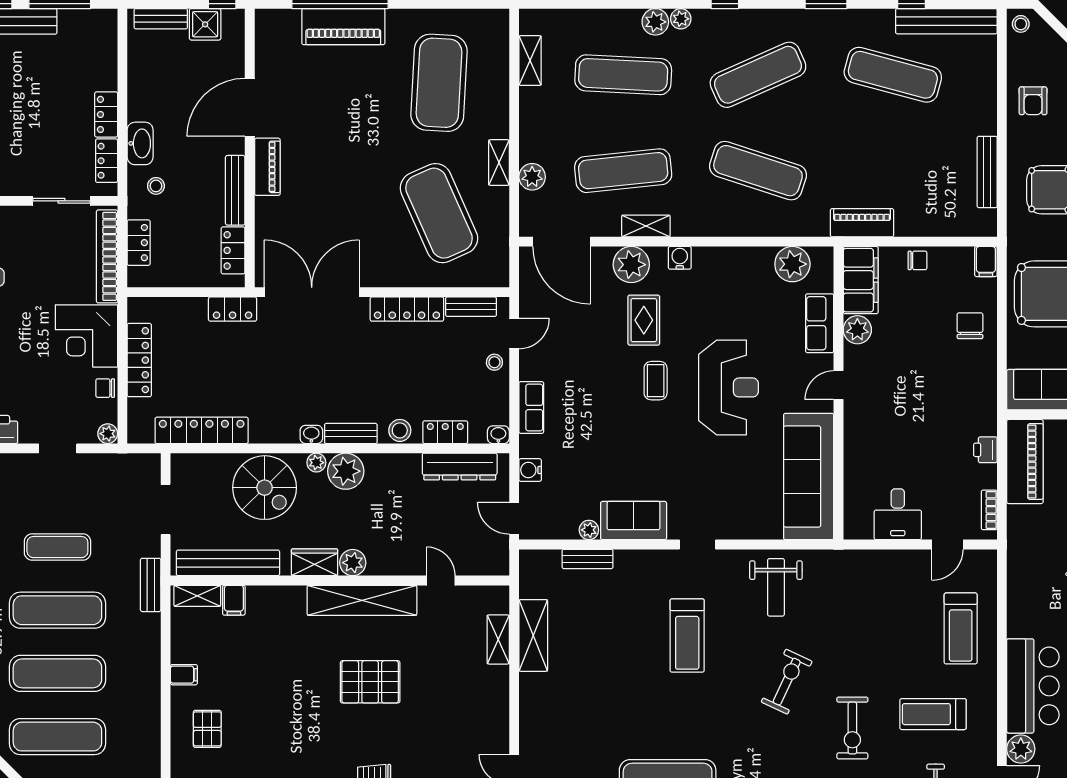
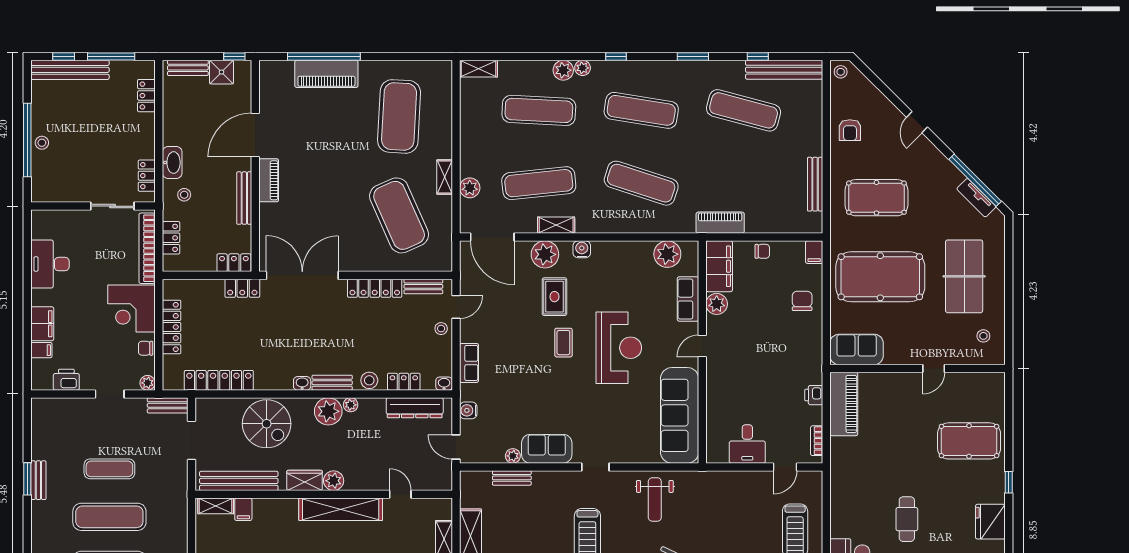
shelving: (530, 61) -> (479, 69), moved, turned 90
exercise mat: (758, 75) -> (641, 110), turned 33
locker: (106, 114) -> (146, 96), moved
locker: (233, 250) -> (234, 263), moved, turned 90
plant: (316, 463) -> (351, 405), moved
bench: (151, 585) -> (168, 405), moved, turned 90

